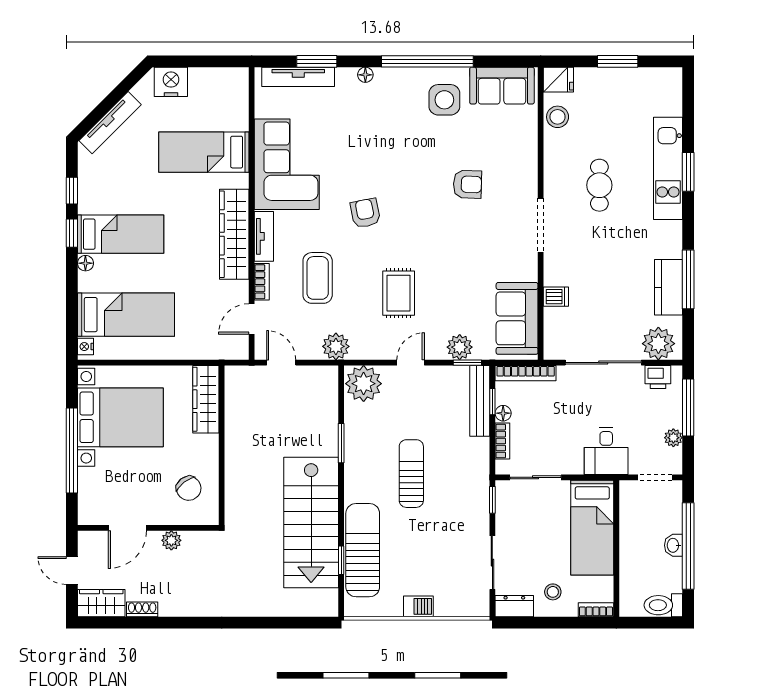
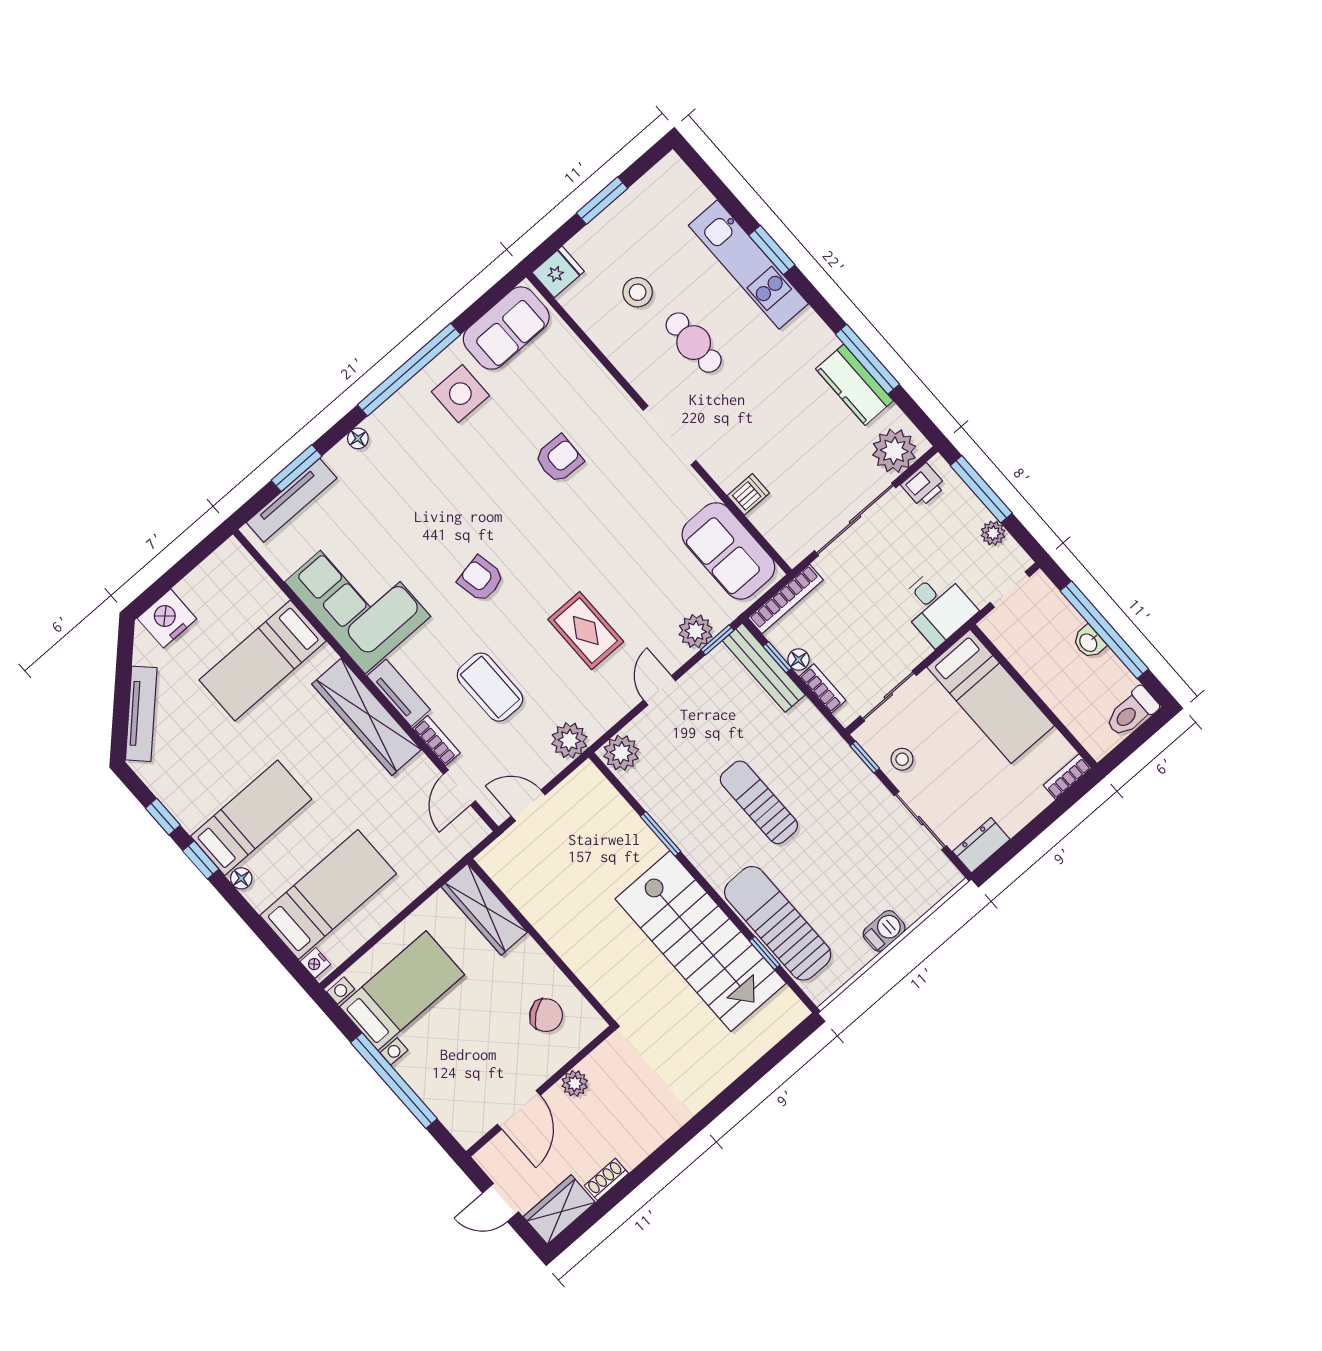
stool: (558, 117) -> (638, 292), moved
plant: (364, 384) -> (621, 753), width x0.73, depth x0.73
bed with nightstands: (120, 417) -> (402, 991), width x0.73
stool: (553, 592) -> (902, 759), moved

